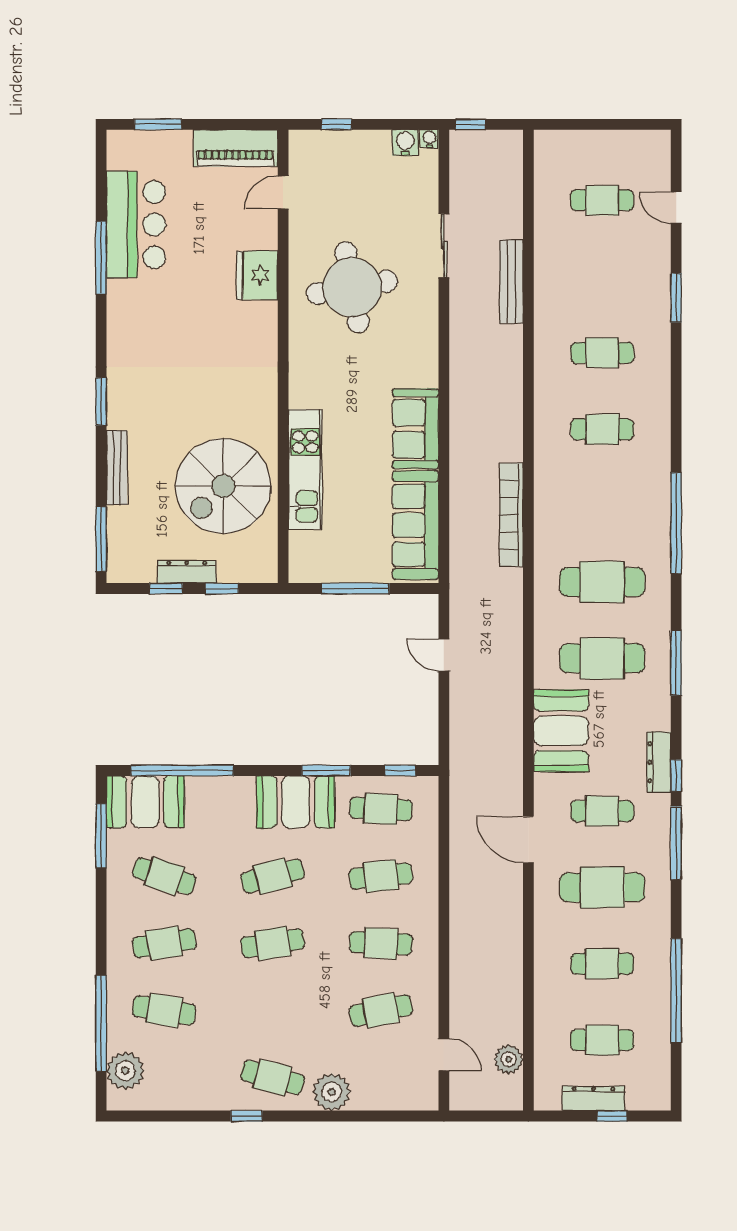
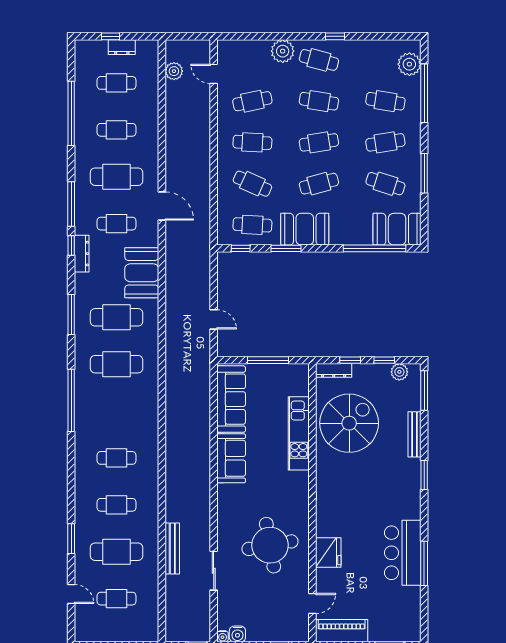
bar counter: (136, 225) -> (403, 553), moved
cafe table: (602, 277) -> (117, 552), added
bookcase: (511, 515) -> (172, 405), removed
plant: (141, 569) -> (399, 372), added
dresser: (187, 572) -> (334, 370), moved
window: (101, 836) -> (424, 173), moved
cafe table: (381, 876) -> (252, 184), turned 30
cafe table: (273, 1010) -> (319, 101), added
dresser: (594, 1098) -> (122, 47), width x0.70

